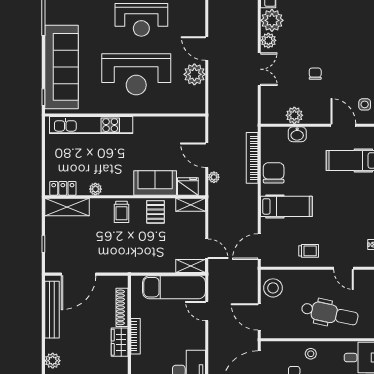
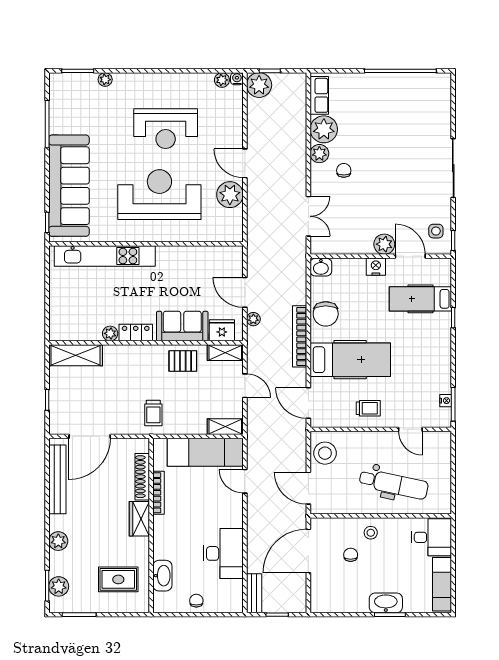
double door: (259, 69) -> (308, 216), moved
reception desk: (136, 74) -> (159, 195), turned 180
chair: (315, 74) -> (344, 170), moved
plant: (294, 115) -> (384, 244), moved
washbasin: (297, 134) -> (321, 267), moved
nightstand: (315, 134) -> (376, 267), added
bookcase: (252, 158) -> (300, 336), moved
chair: (274, 173) -> (326, 314), turned 180
locker: (63, 188) -> (136, 333), moved
hospital bed: (286, 206) -> (350, 360), width x1.37, depth x1.29
trolley: (121, 212) -> (153, 413), moved
pallet: (156, 212) -> (183, 361), turned 90
door: (259, 247) -> (308, 403), hinge flipped
door: (207, 249) -> (245, 386), moved
bookcase: (135, 336) -> (158, 493), moved

